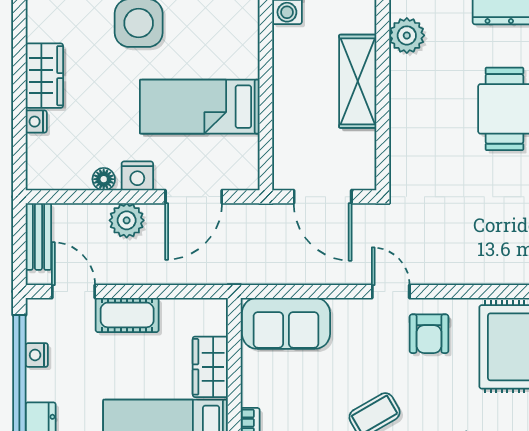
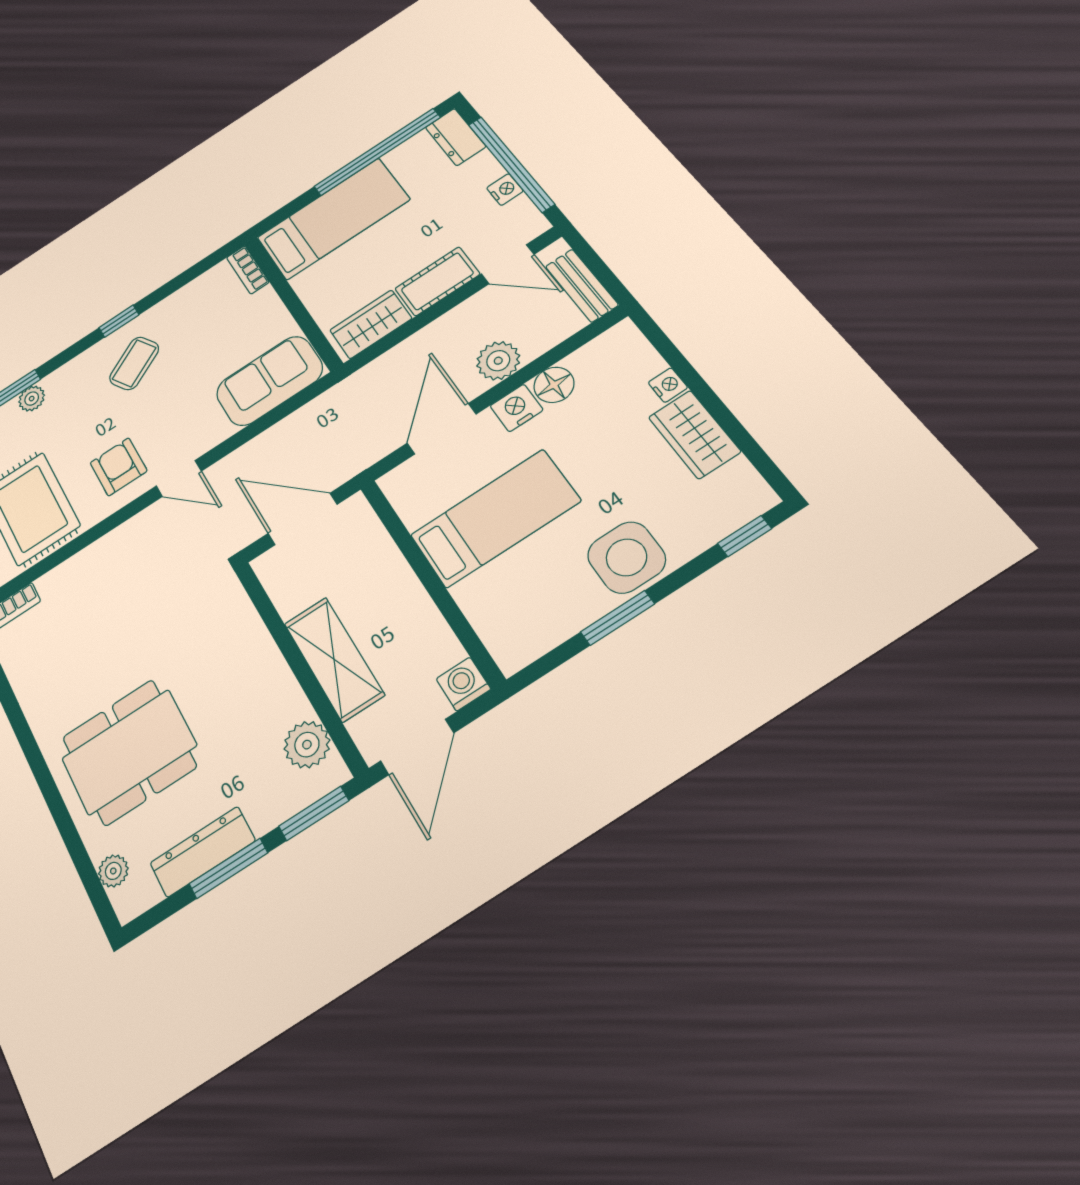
floor lamp: (104, 179) -> (554, 385), width x1.37, depth x1.37
wardrobe: (210, 367) -> (371, 324), moved, turned -90

